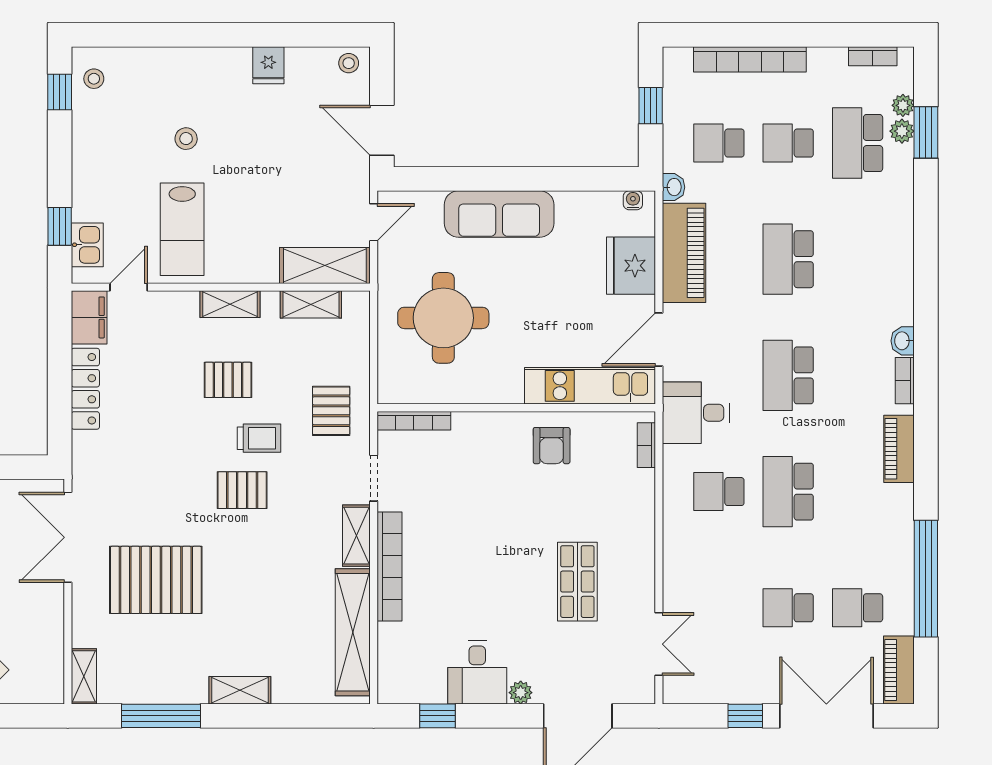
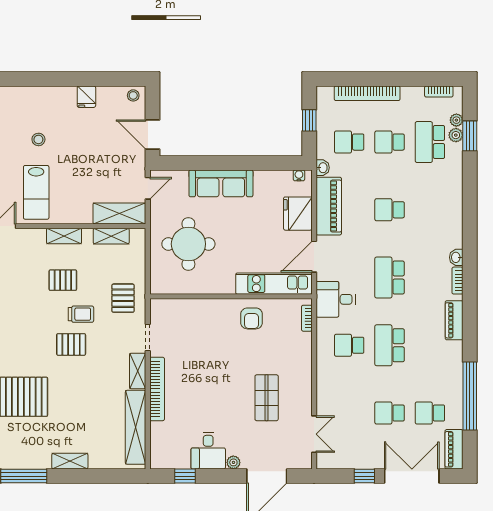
school desk: (788, 259) -> (390, 210), width x0.54
bookcase: (414, 421) -> (171, 304), removed

